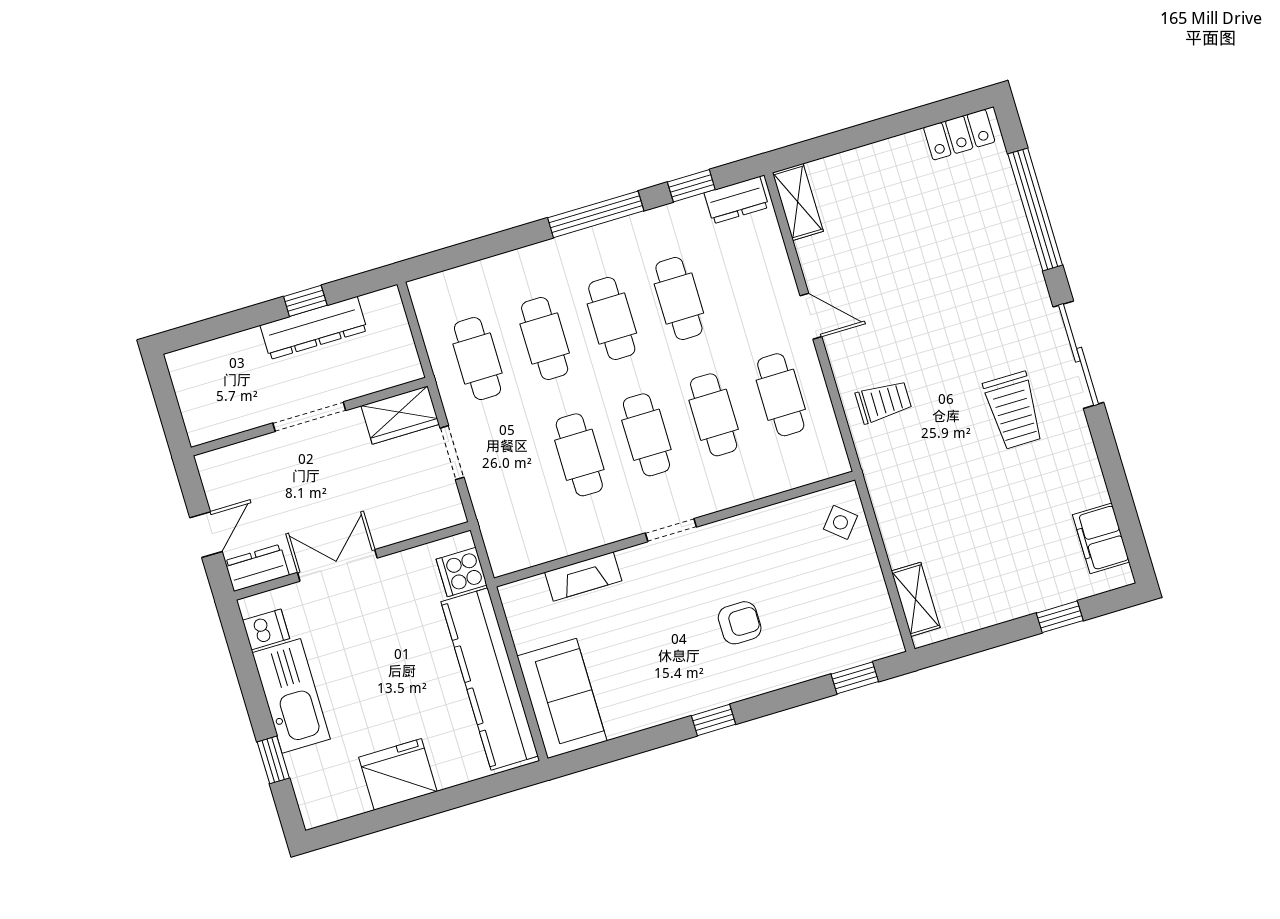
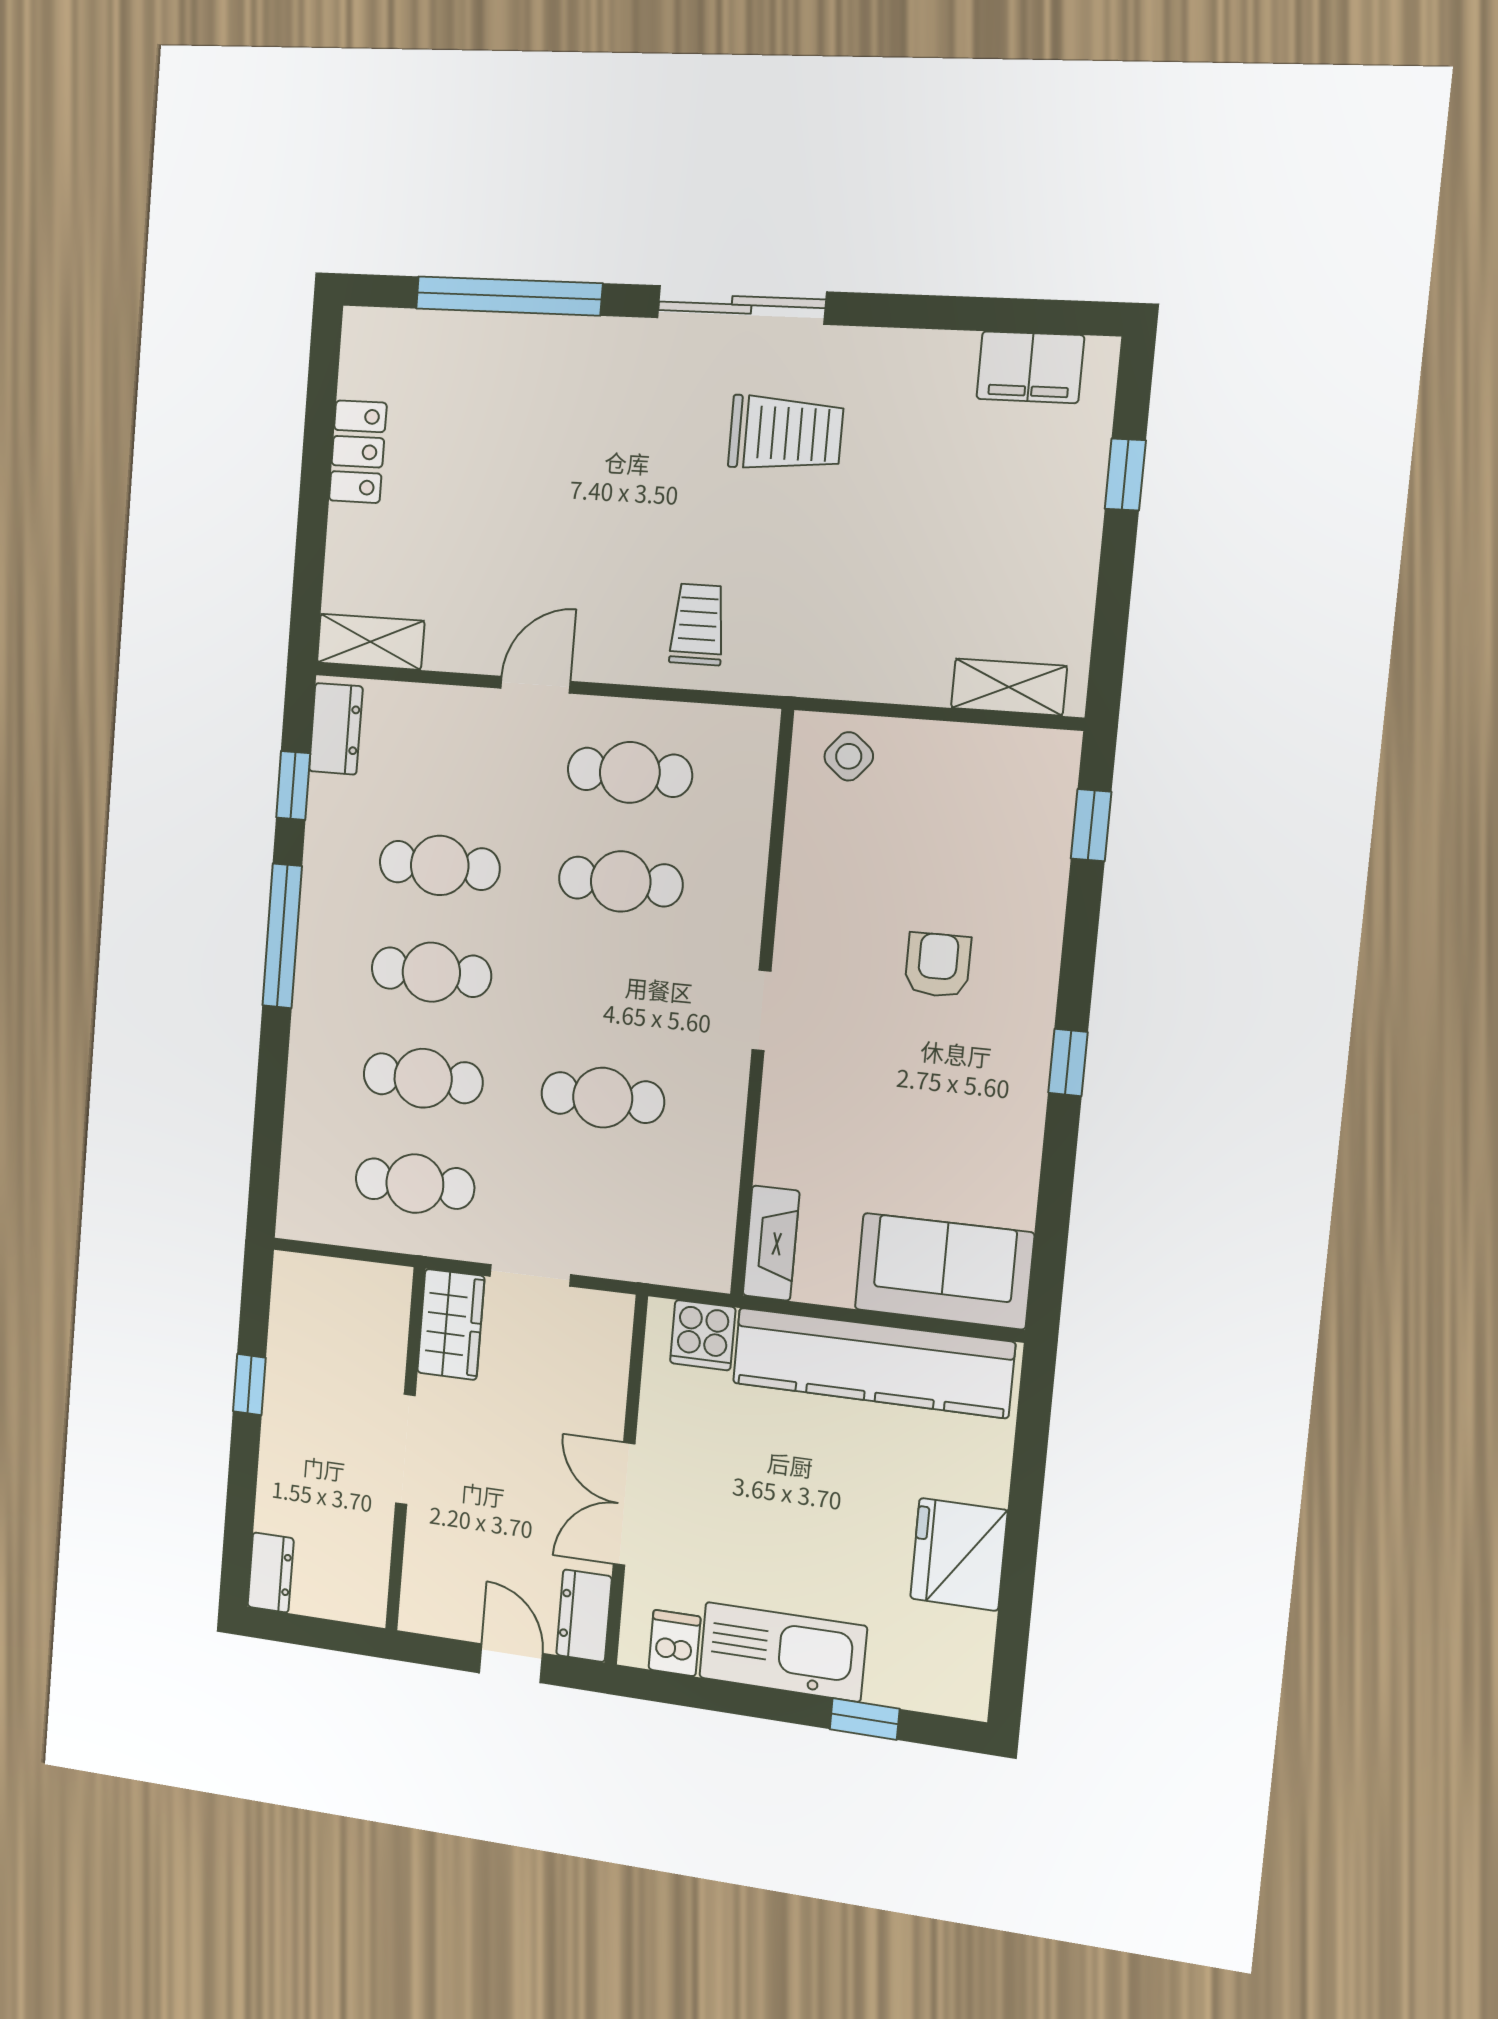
locker: (959, 135) -> (358, 452), moved
dresser: (314, 328) -> (271, 1573), moved, width x0.51, depth x0.80
cafe table: (646, 435) -> (612, 990), removed
fireplace: (583, 576) -> (771, 1243), moved

